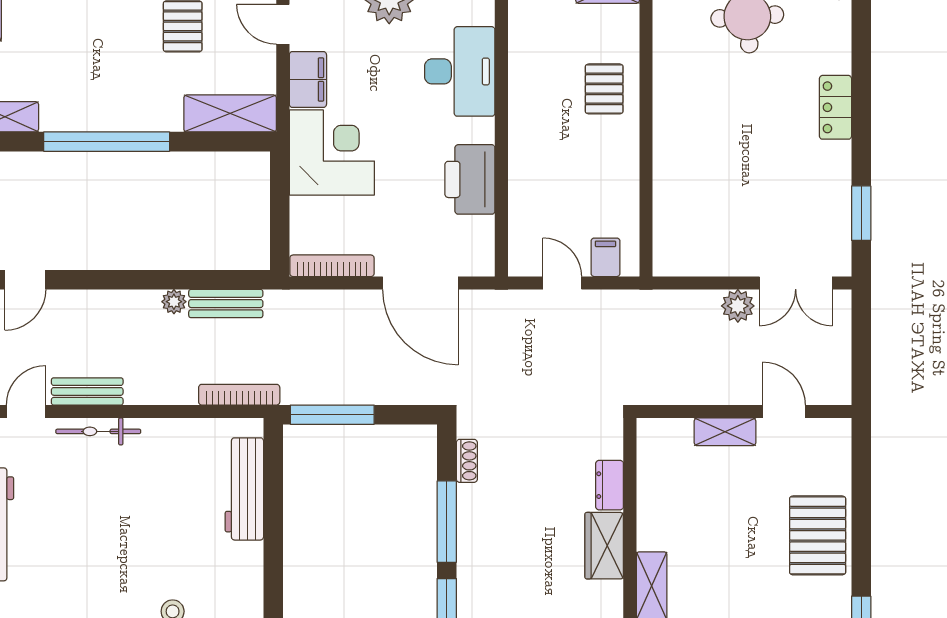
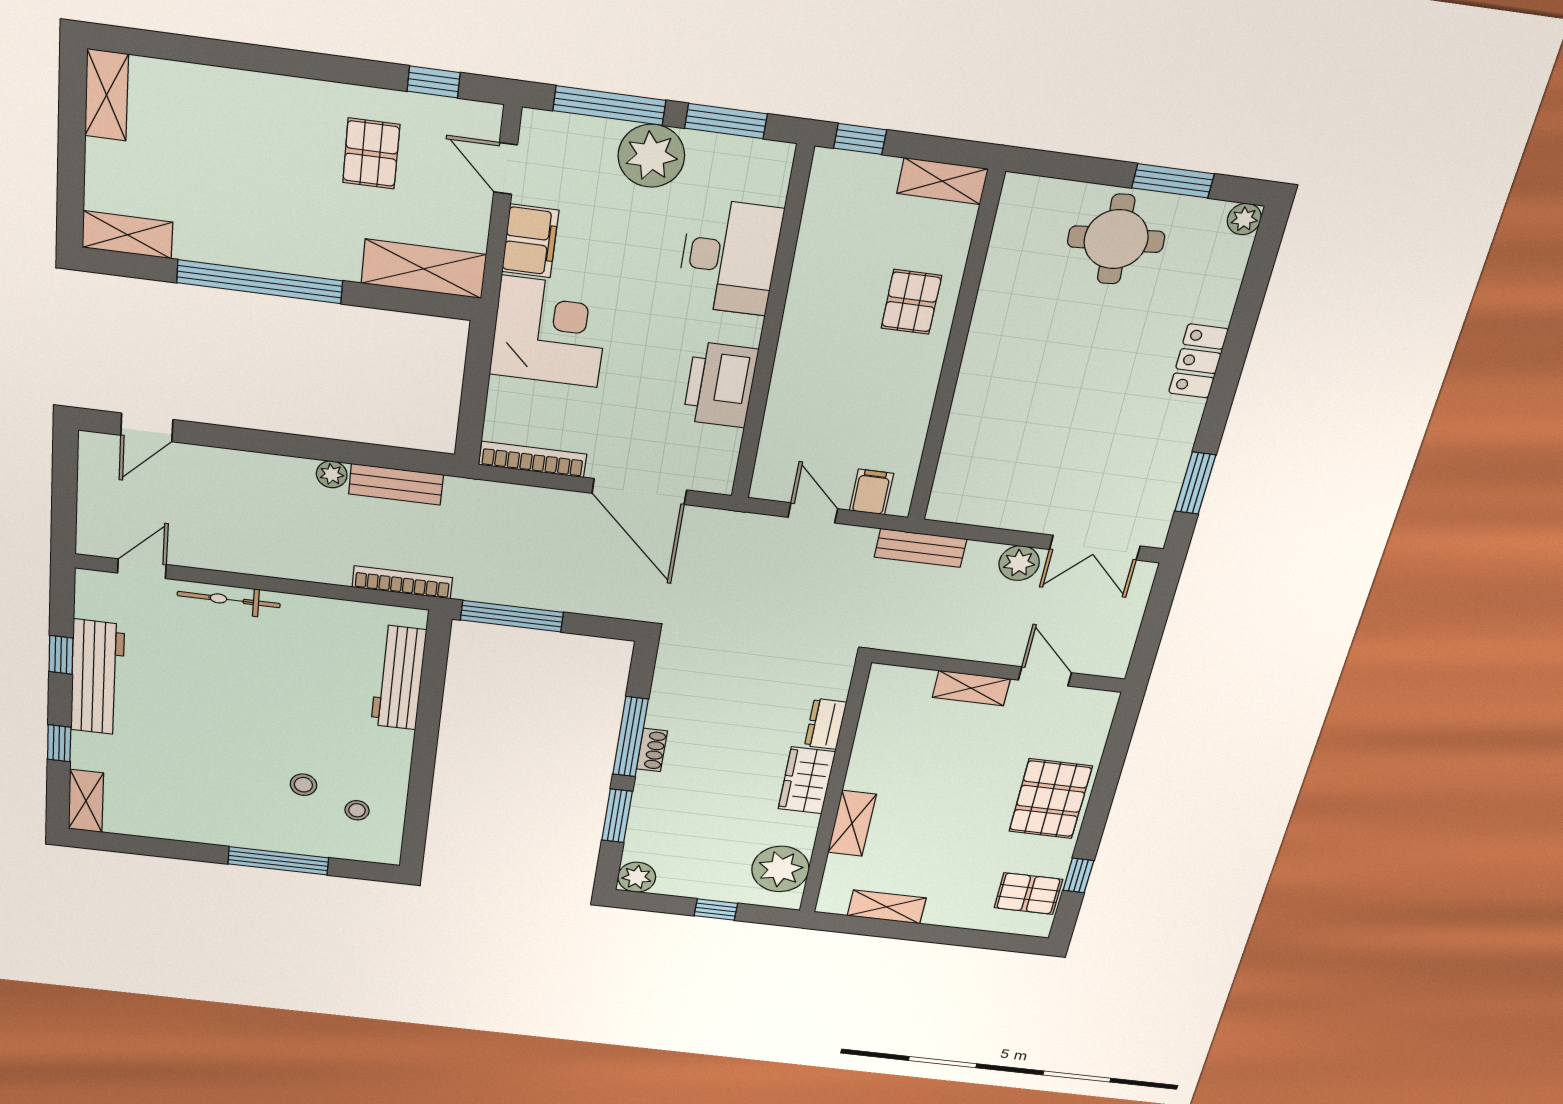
bench: (87, 391) -> (920, 548), moved
shoe rack: (467, 461) -> (652, 750), moved

